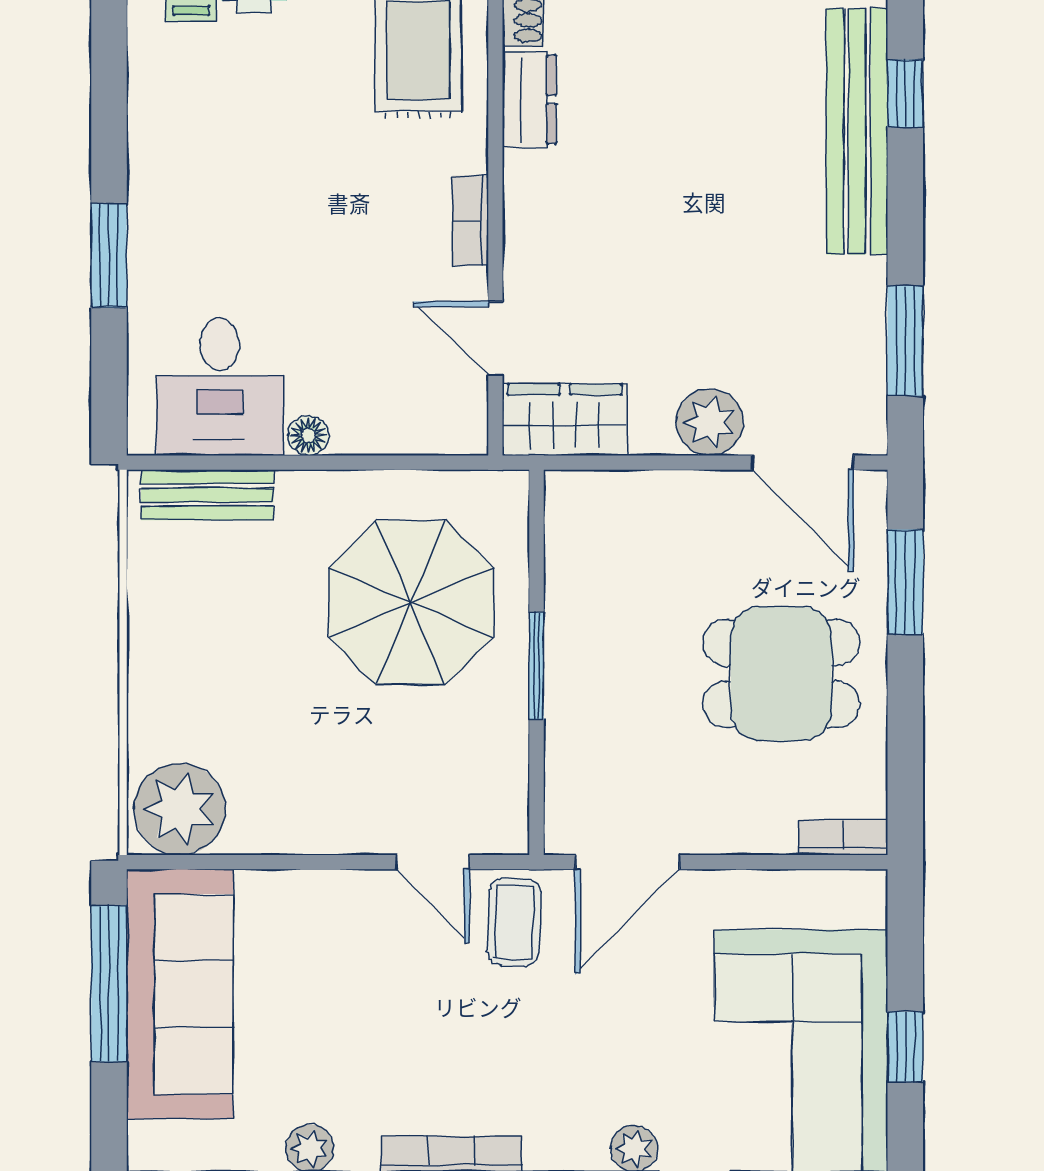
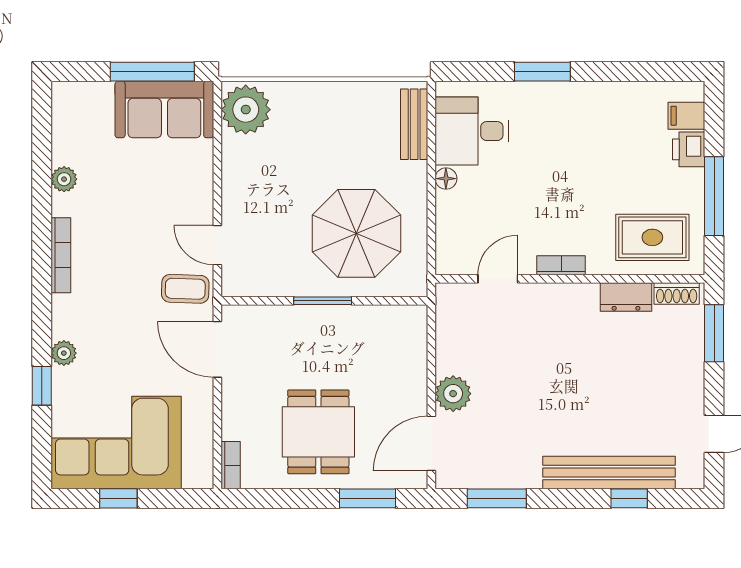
wardrobe: (565, 420) -> (455, 316), removed
door: (433, 862) -> (217, 245), hinge flipped
sofa: (180, 994) -> (164, 110), width x0.73

